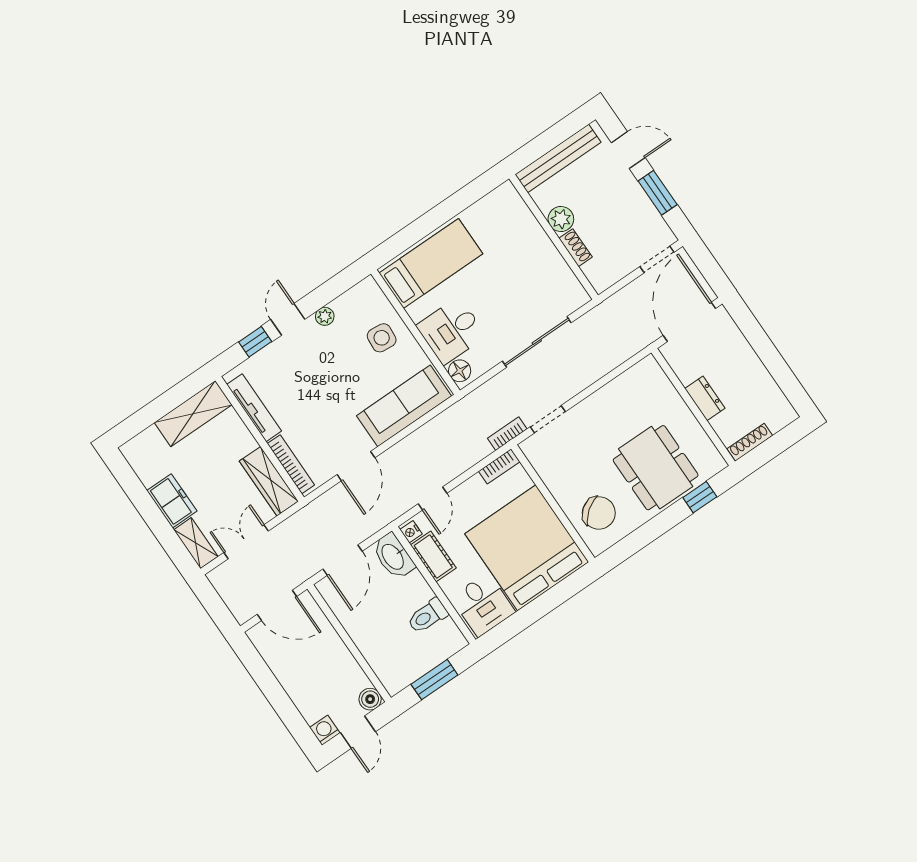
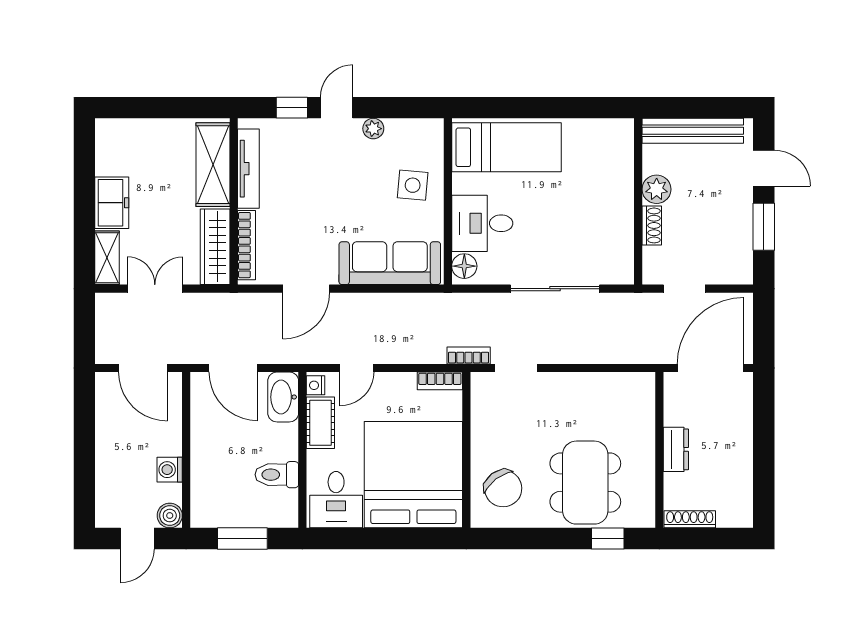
doorway: (657, 259) -> (684, 289), moved
shelving: (193, 414) -> (213, 165), moved, turned 90
door: (343, 560) -> (233, 368), hinge flipped
washing machine: (325, 730) -> (170, 470), moved, turned -90

